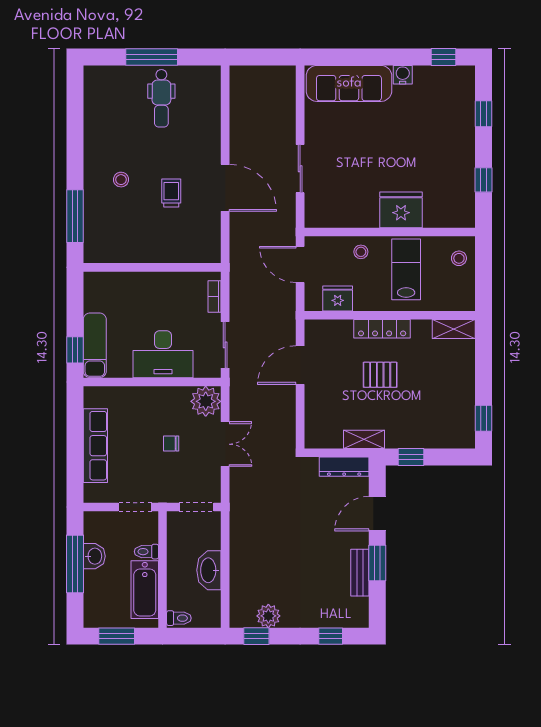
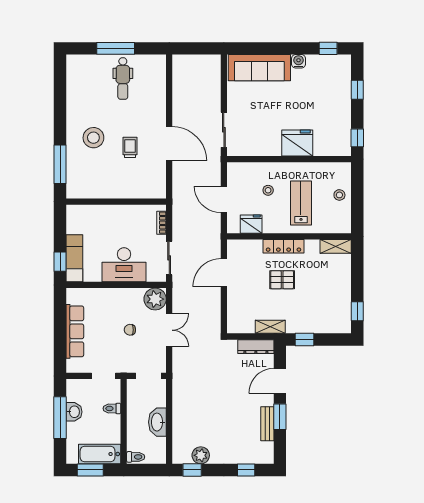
stool: (121, 180) -> (93, 138), width x1.89, depth x1.89
fridge: (401, 210) -> (297, 143), moved
wall: (390, 232) -> (289, 159), moved
bathtub: (145, 590) -> (100, 454), moved, turned 90

